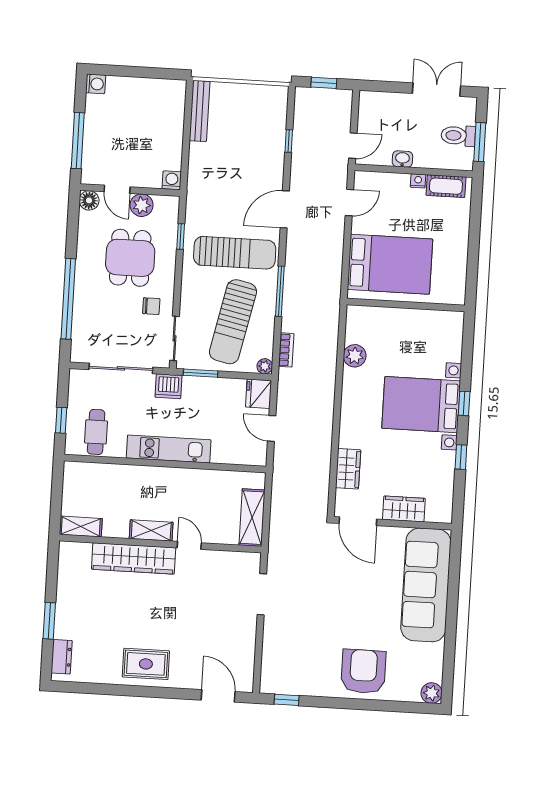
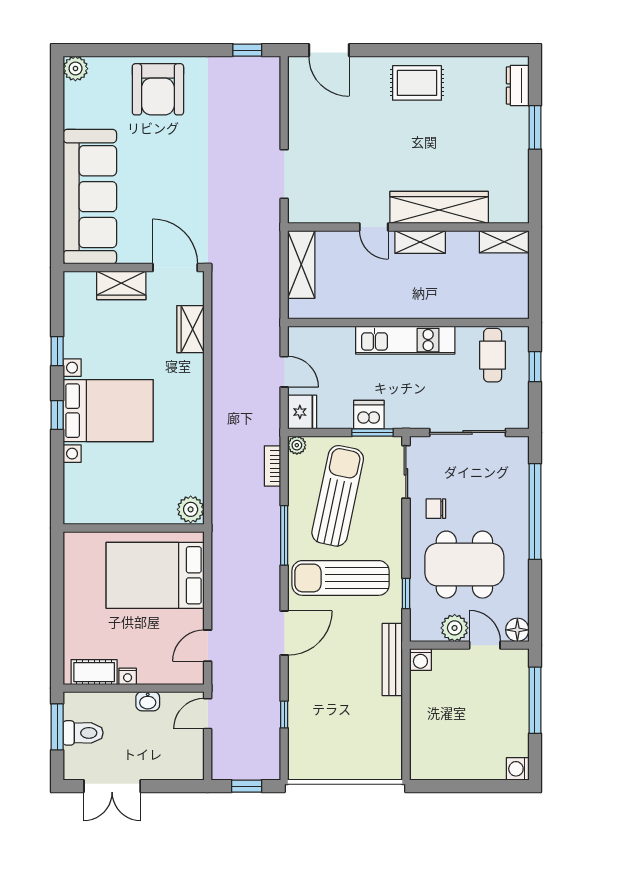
bench: (200, 111) -> (392, 660), moved
dining table: (130, 258) -> (464, 565), width x1.37
plant: (355, 356) -> (191, 509), moved
dishwasher: (168, 386) -> (369, 415), moved

